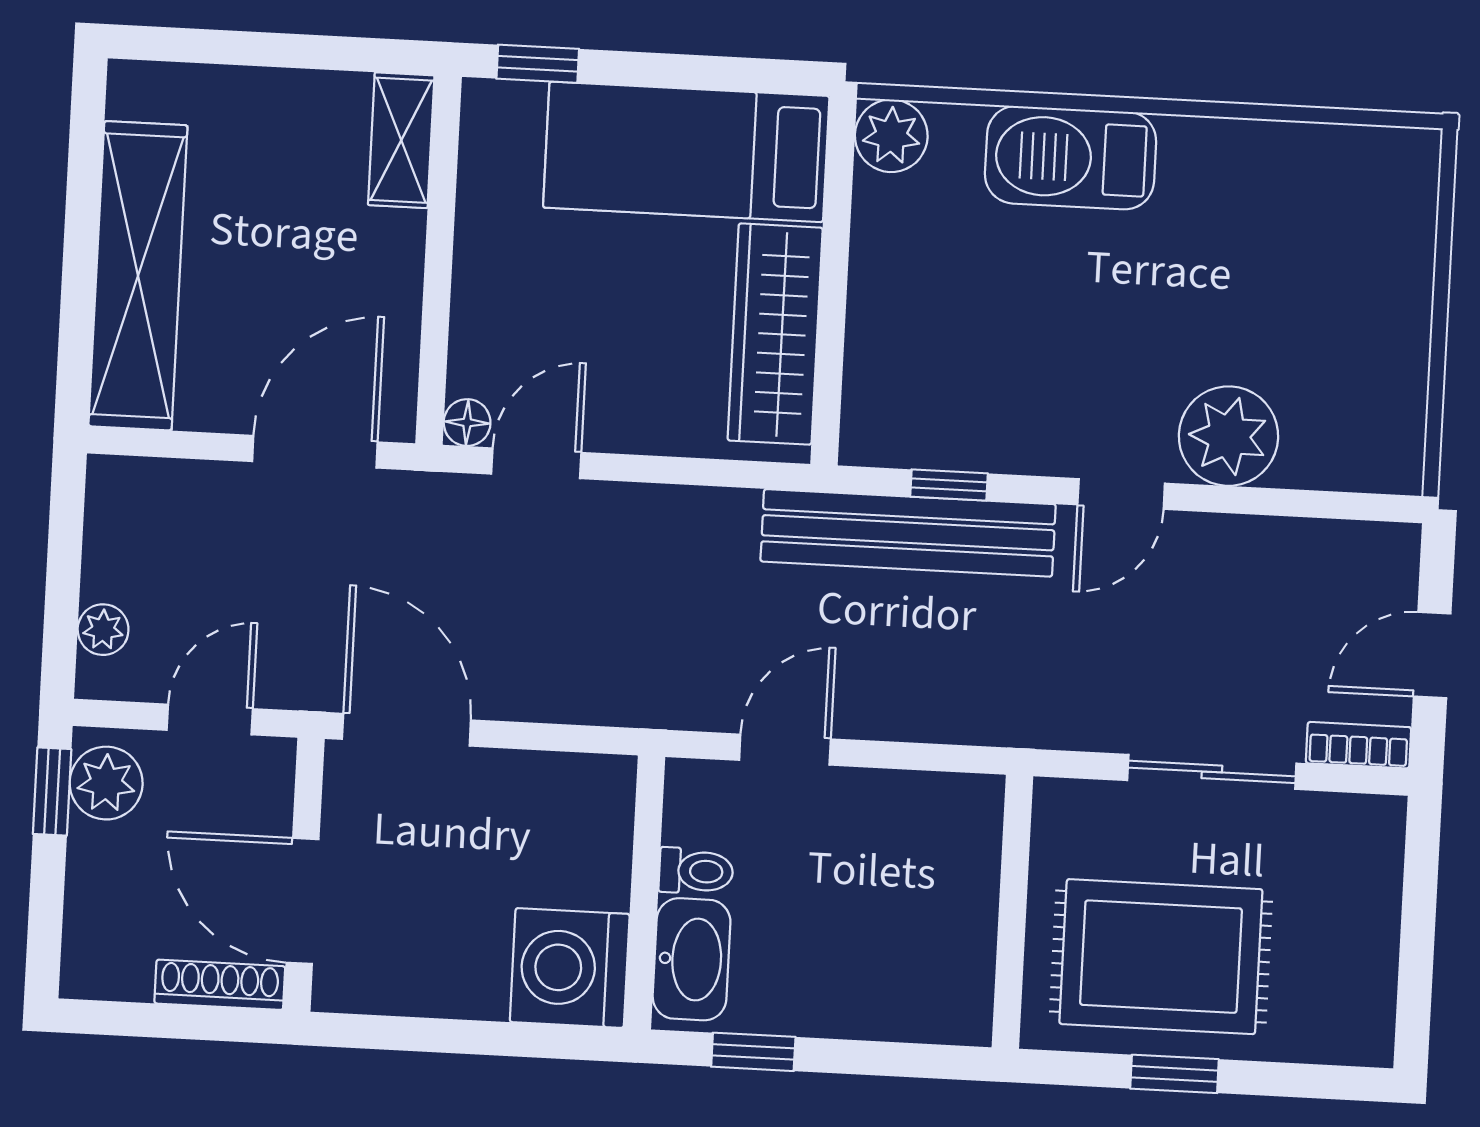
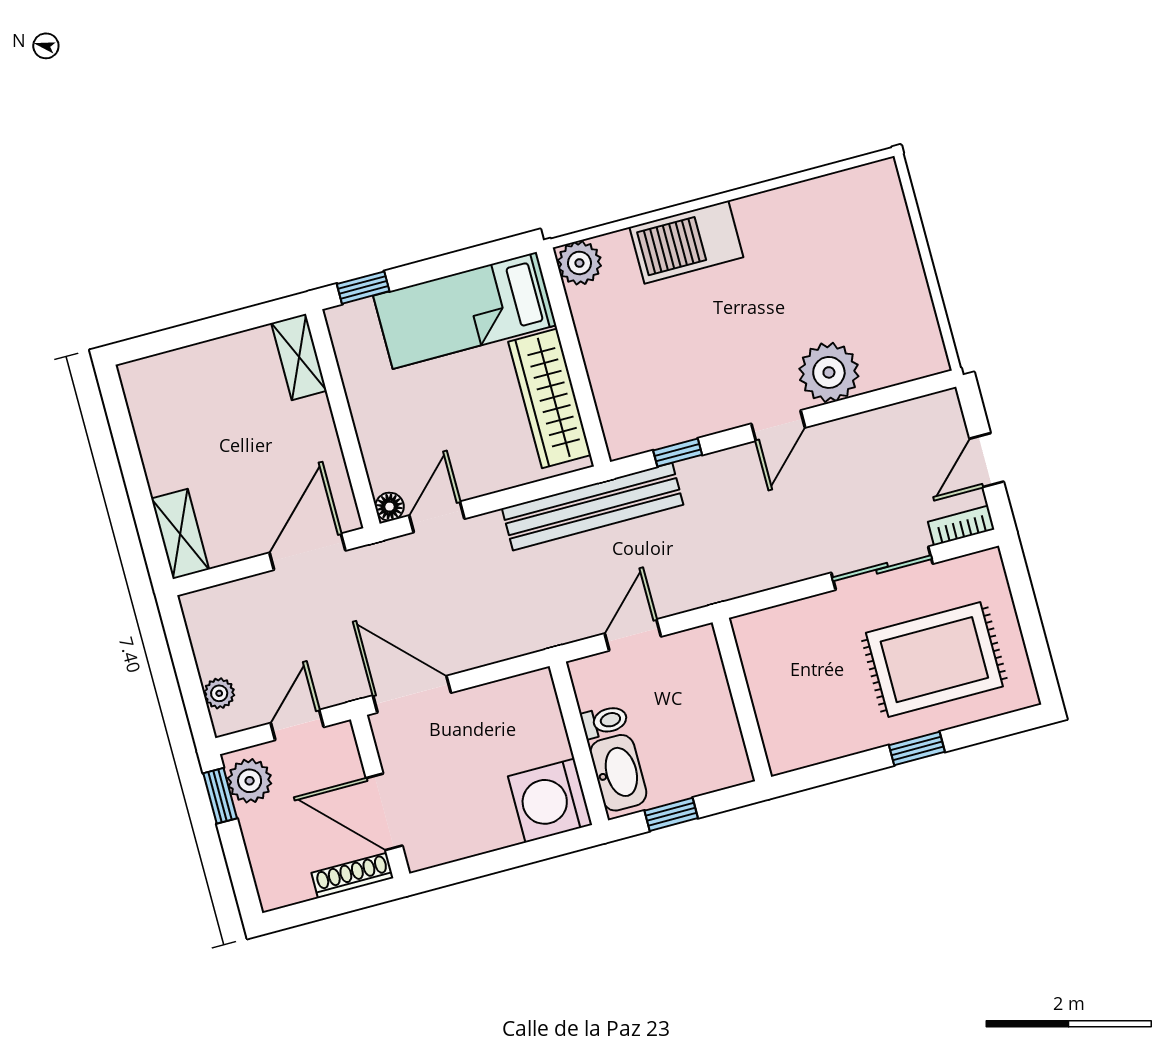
shelving: (138, 276) -> (180, 534), width x0.45, depth x0.75
bench: (908, 533) -> (593, 507), moved
wall: (1012, 912) -> (742, 700), moved
rug: (1161, 957) -> (934, 660), moved

